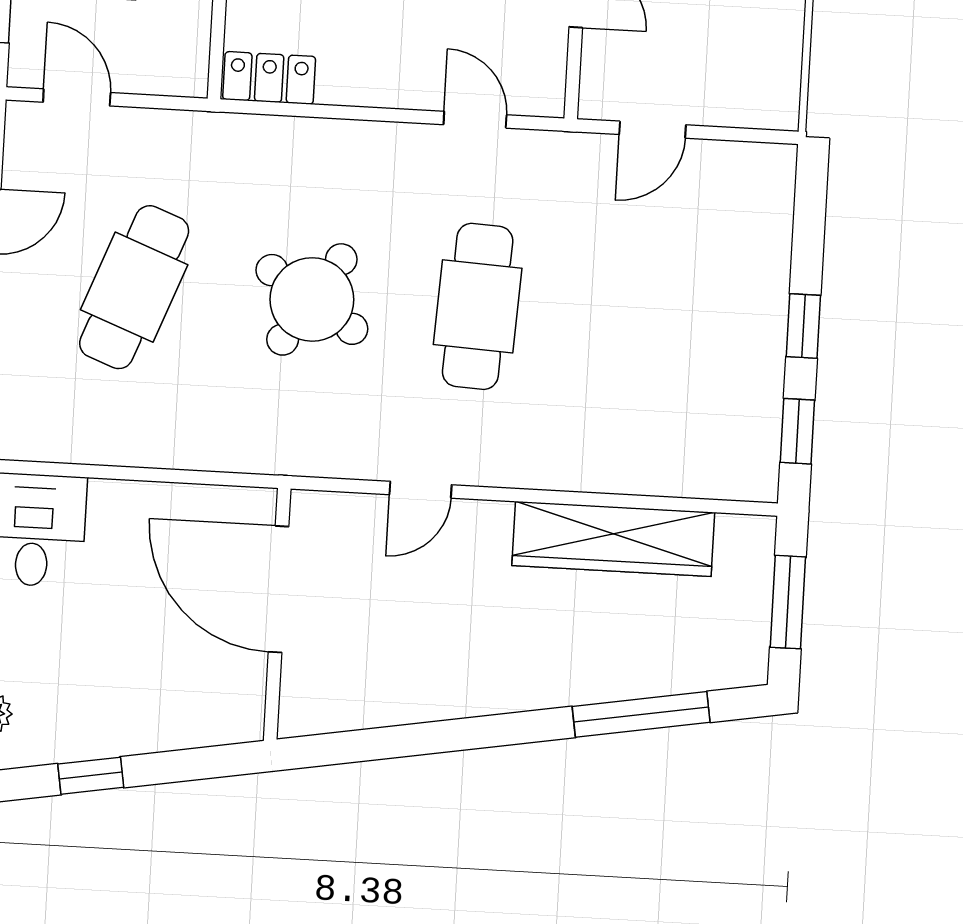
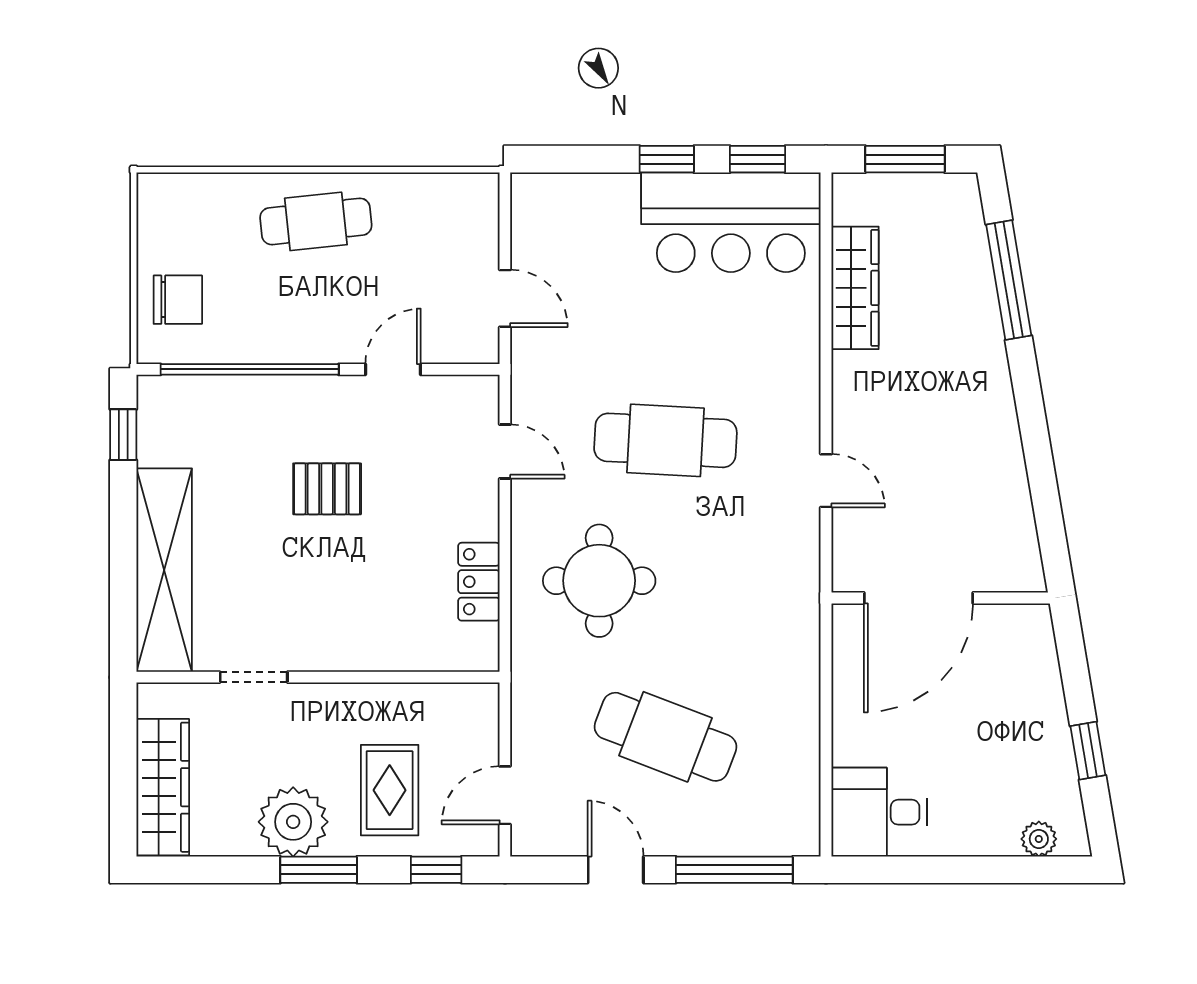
locker: (269, 78) -> (479, 582), moved
door: (475, 120) -> (505, 451), swing flipped
round table: (312, 299) -> (599, 581), moved, turned -33
bar counter: (726, 396) -> (731, 222), added
wardrobe: (613, 539) -> (855, 288), width x0.71, depth x0.85

